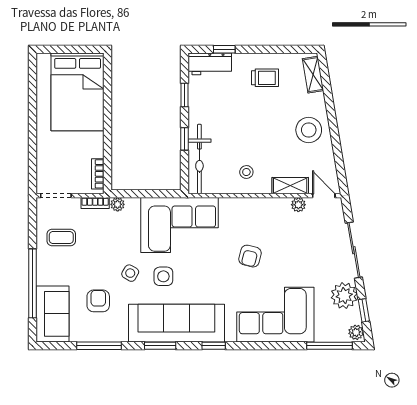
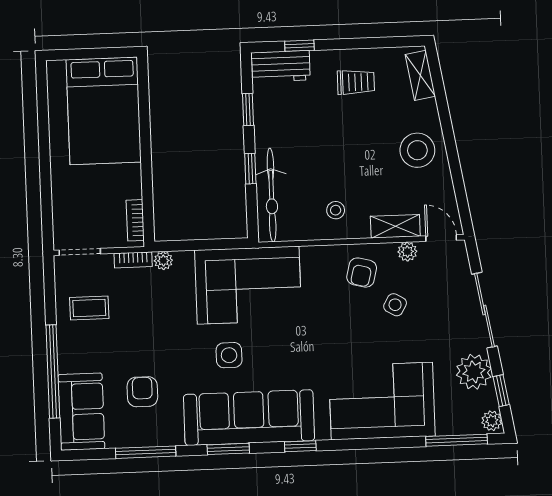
armchair: (250, 256) -> (362, 273), moved
side table: (130, 273) -> (395, 305), moved

